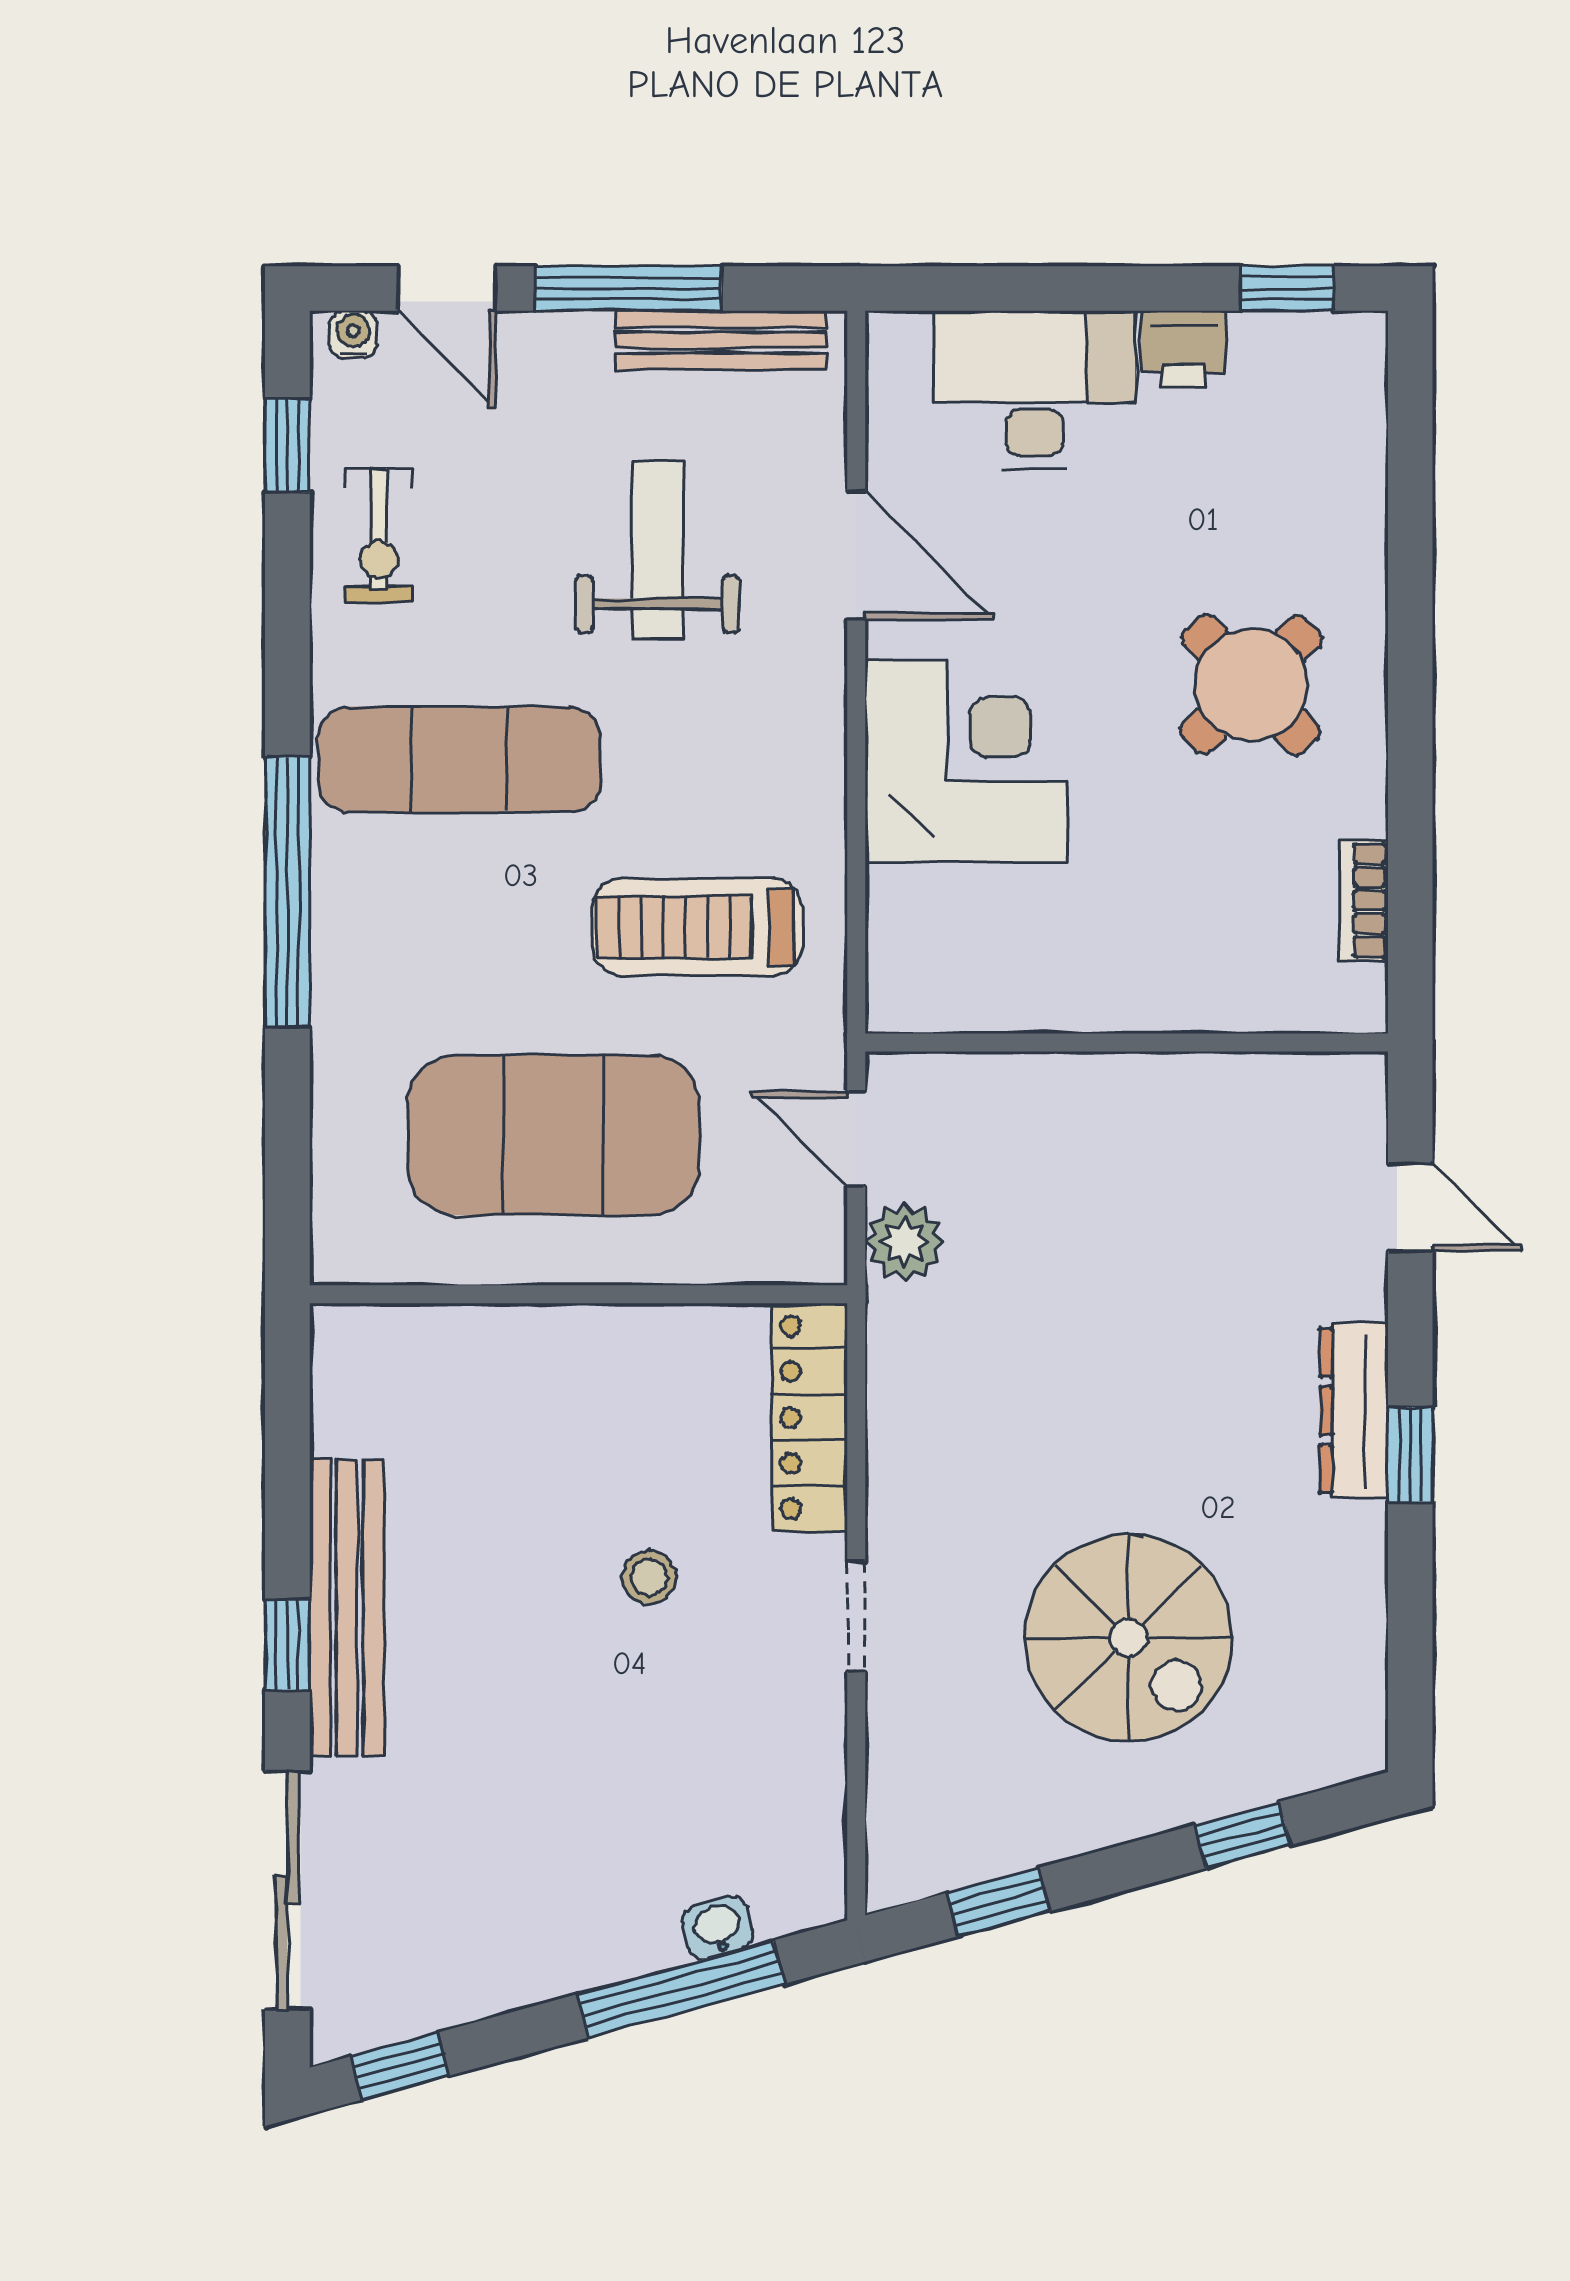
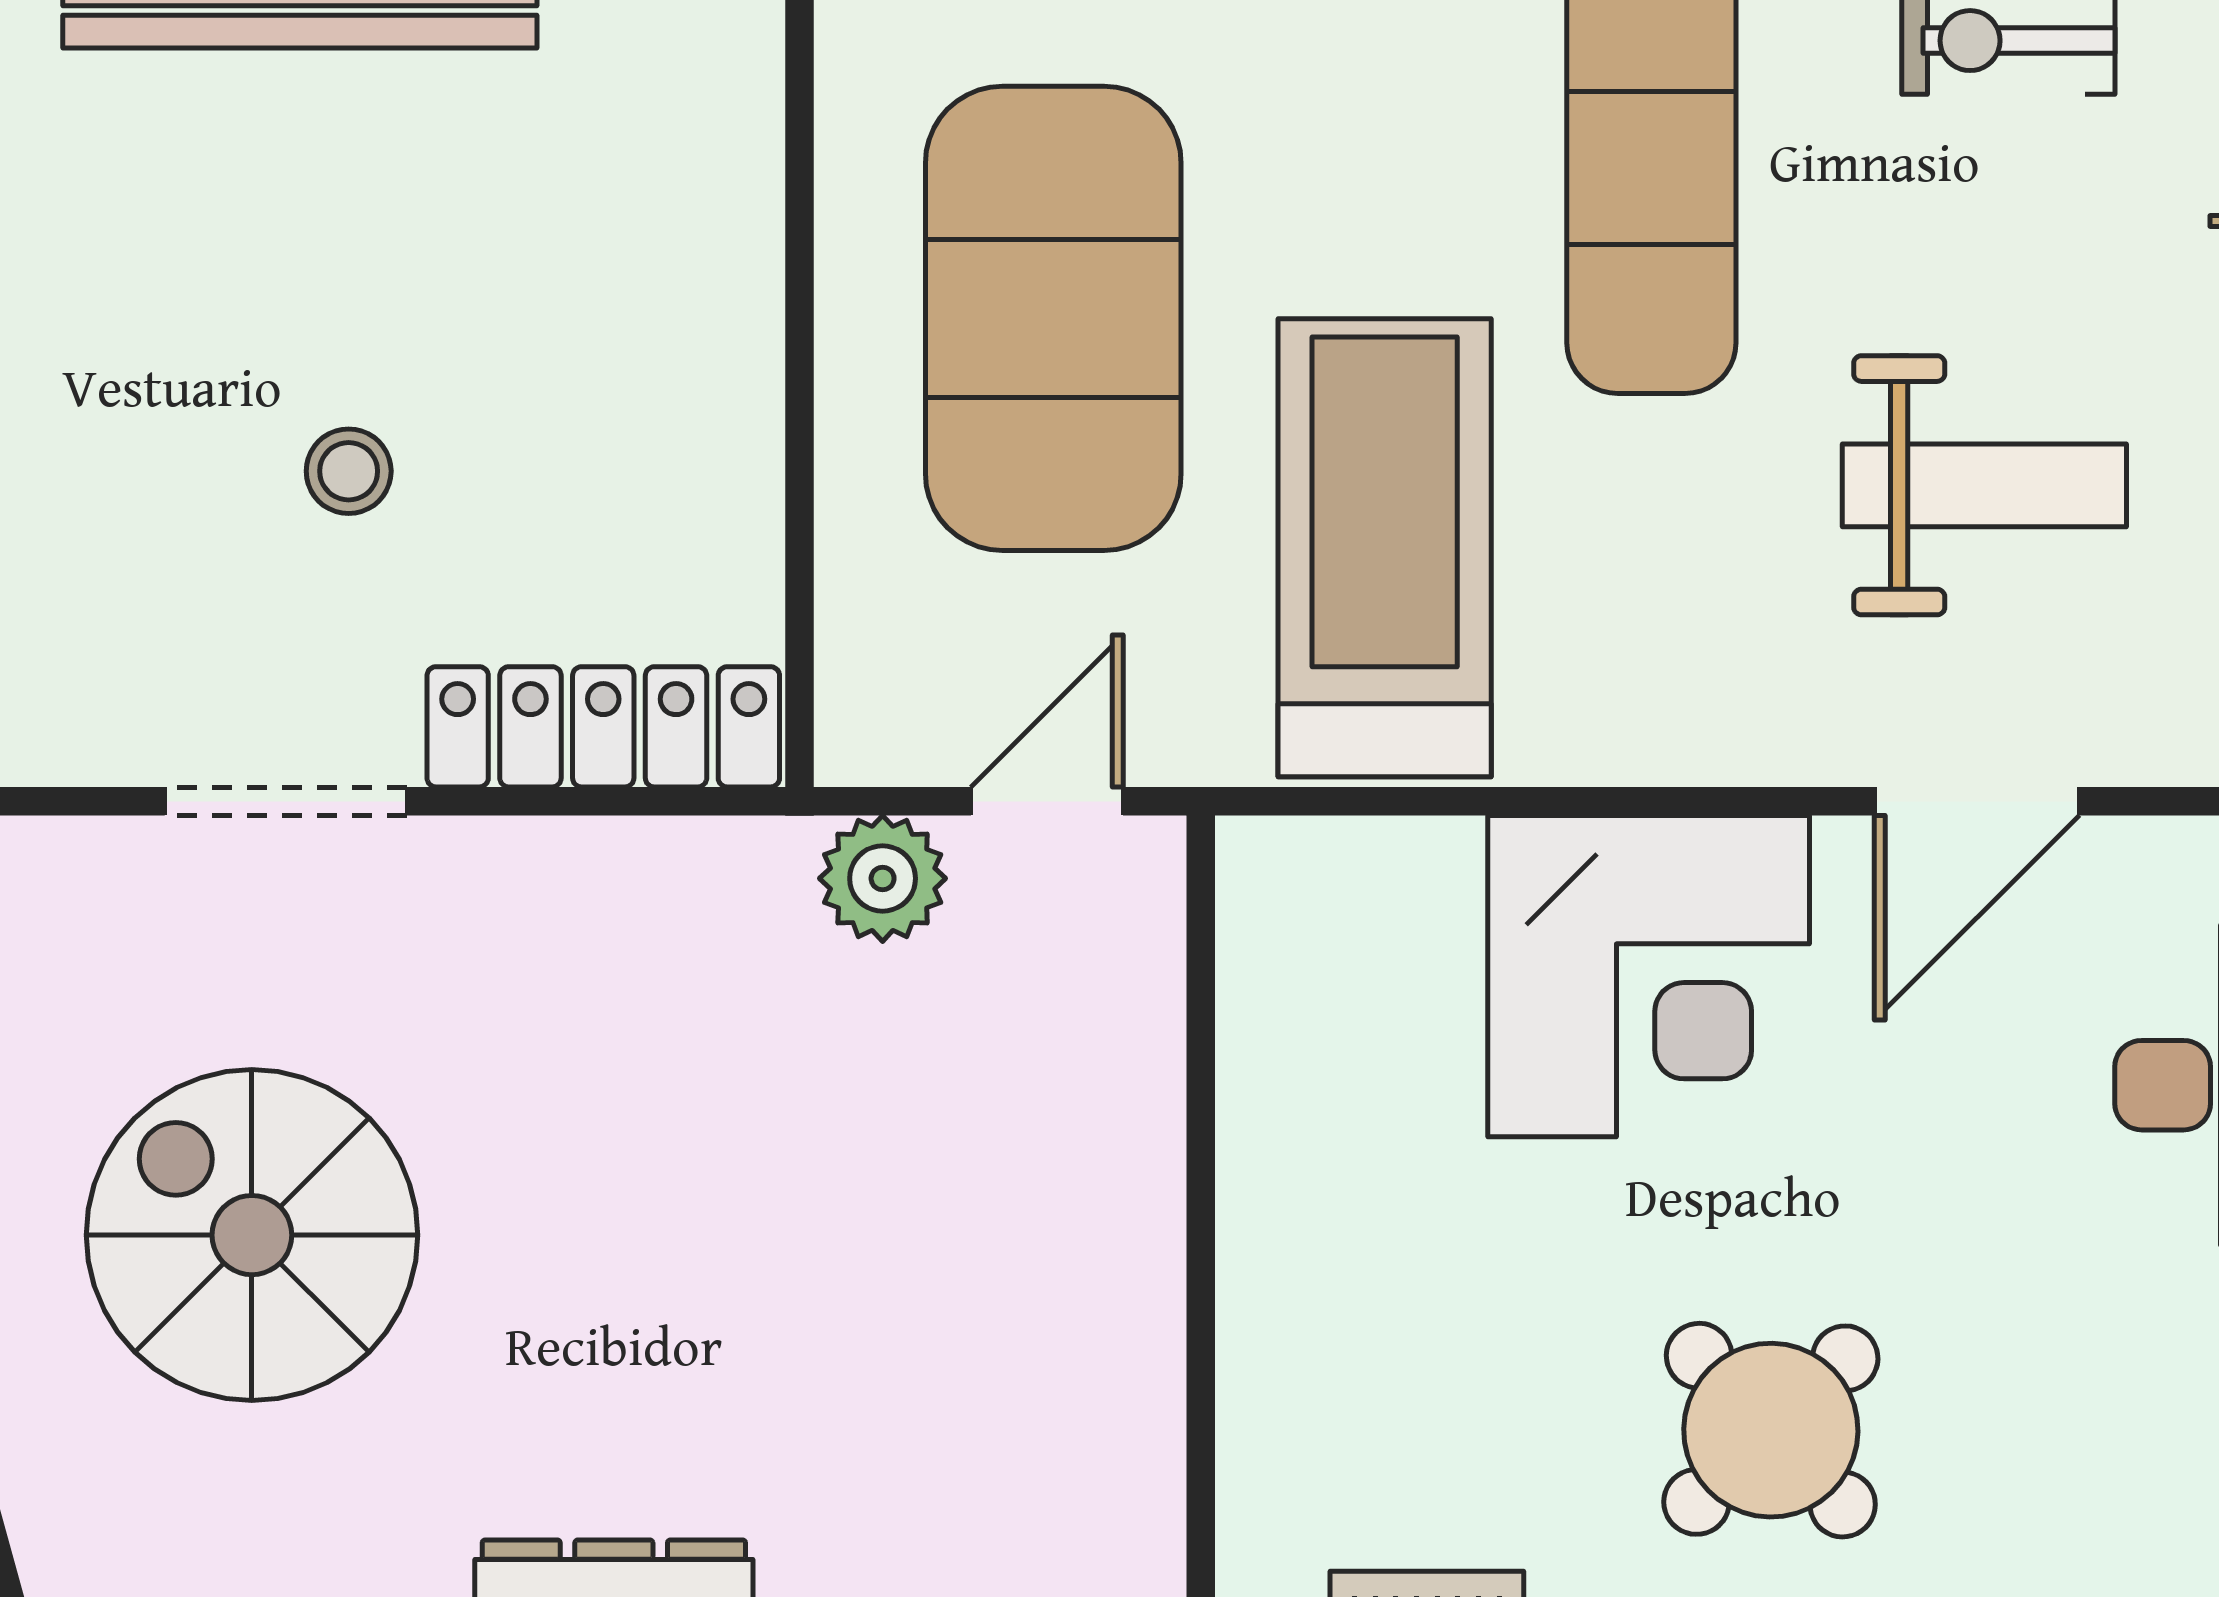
treadmill: (697, 927) -> (1385, 548), width x1.37, depth x1.38
doorway: (856, 1617) -> (286, 801), width x1.38
spiral stairs: (1129, 1638) -> (252, 1235), turned 90

